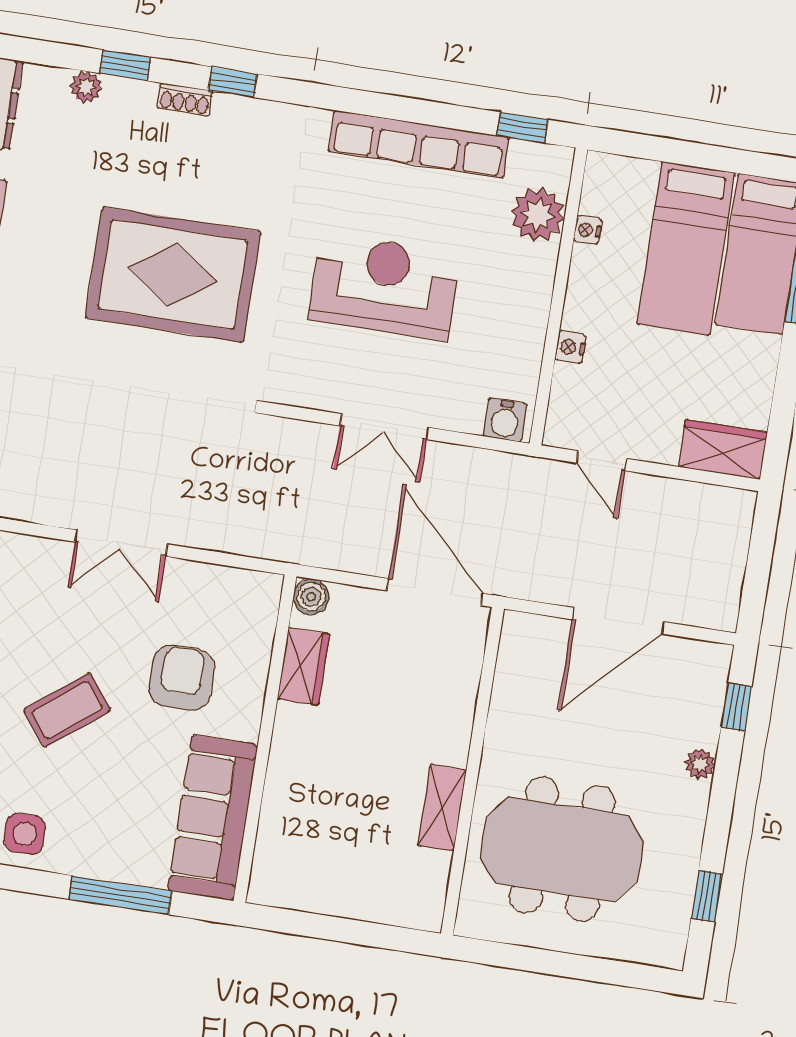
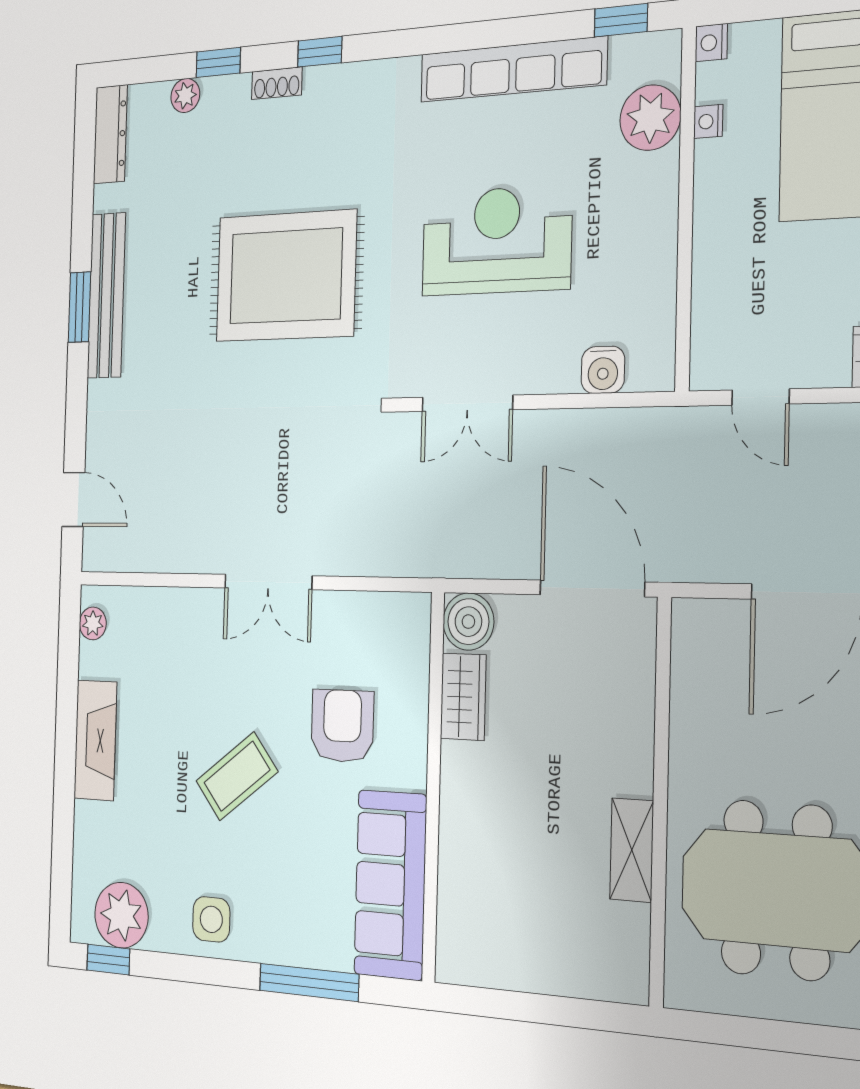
nightstand: (570, 347) -> (711, 43), moved
water cooler: (505, 420) -> (603, 370), moved
double door: (384, 427) -> (467, 403), moved
boiler: (311, 597) -> (468, 622), width x1.36, depth x1.36

